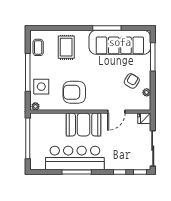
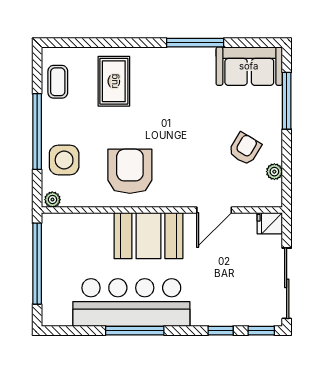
sofa: (120, 42) -> (249, 66), width x0.54, depth x0.79
armchair: (74, 92) -> (130, 171), turned 90

